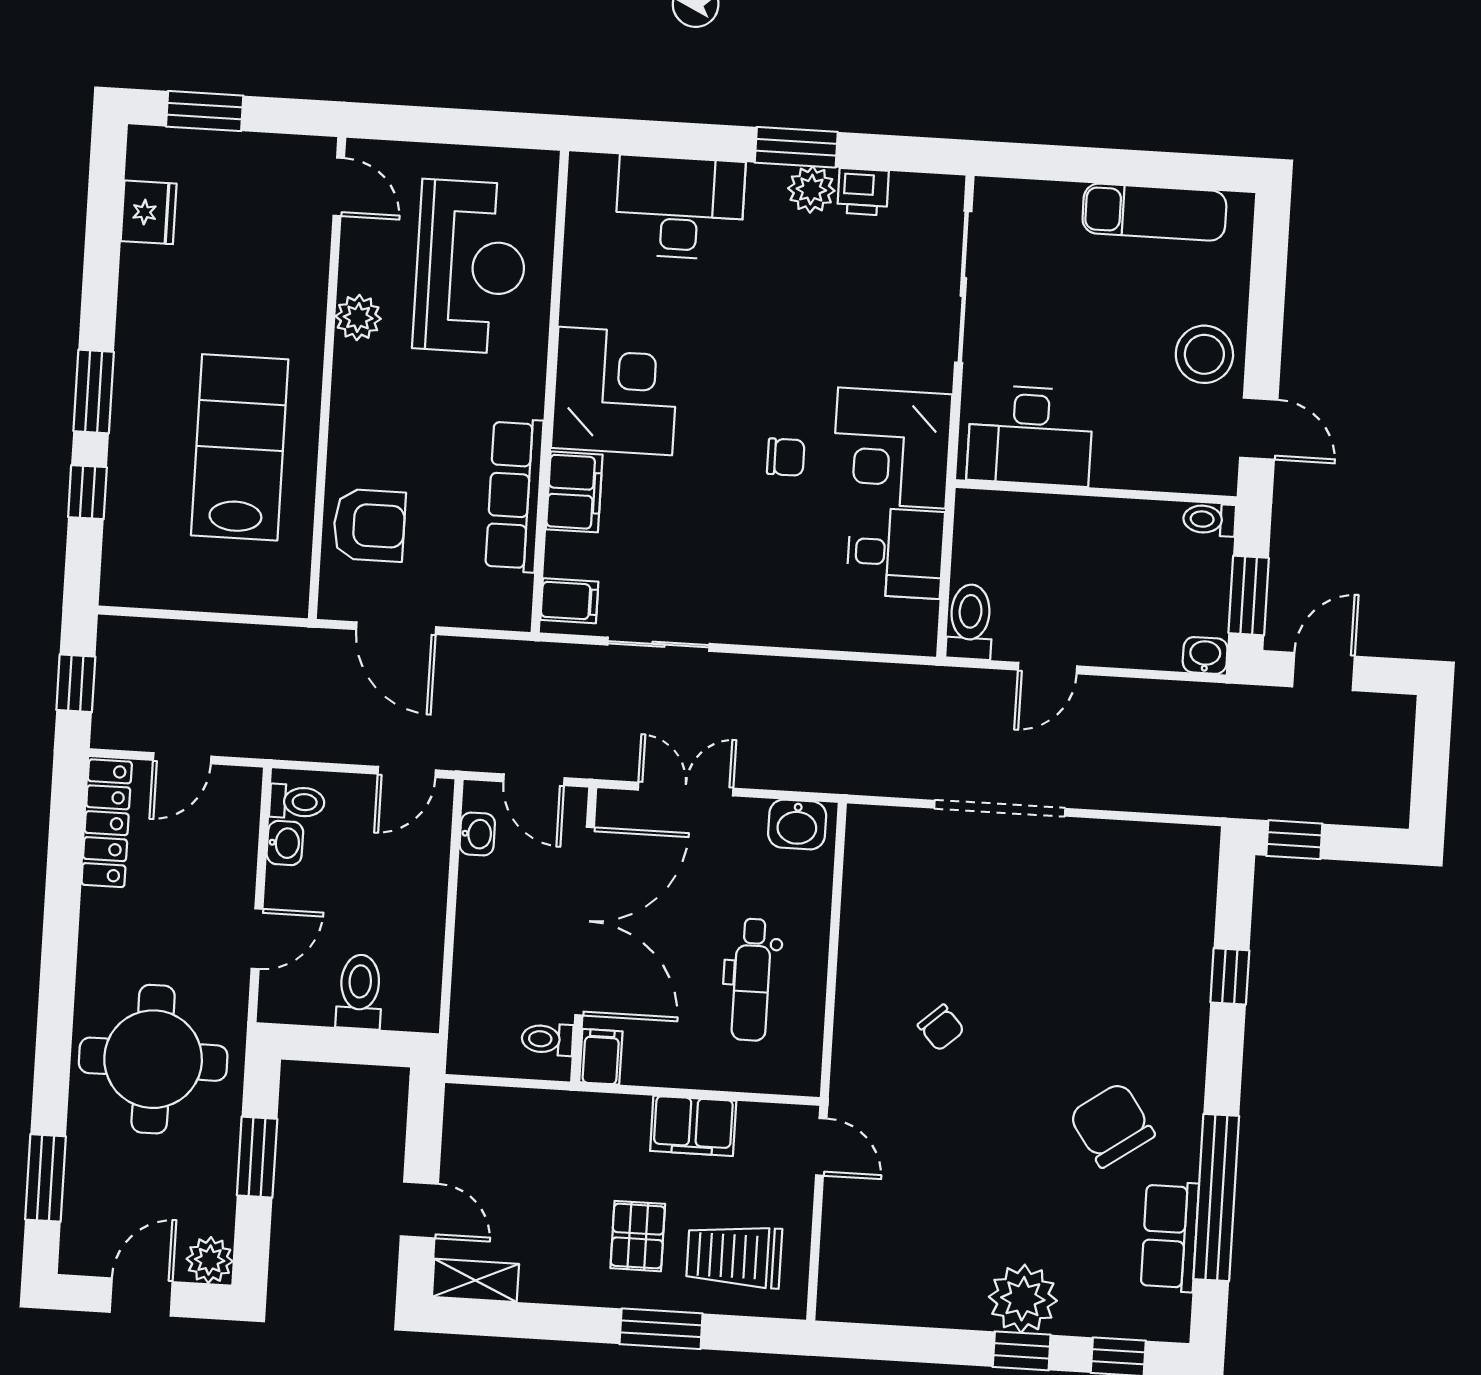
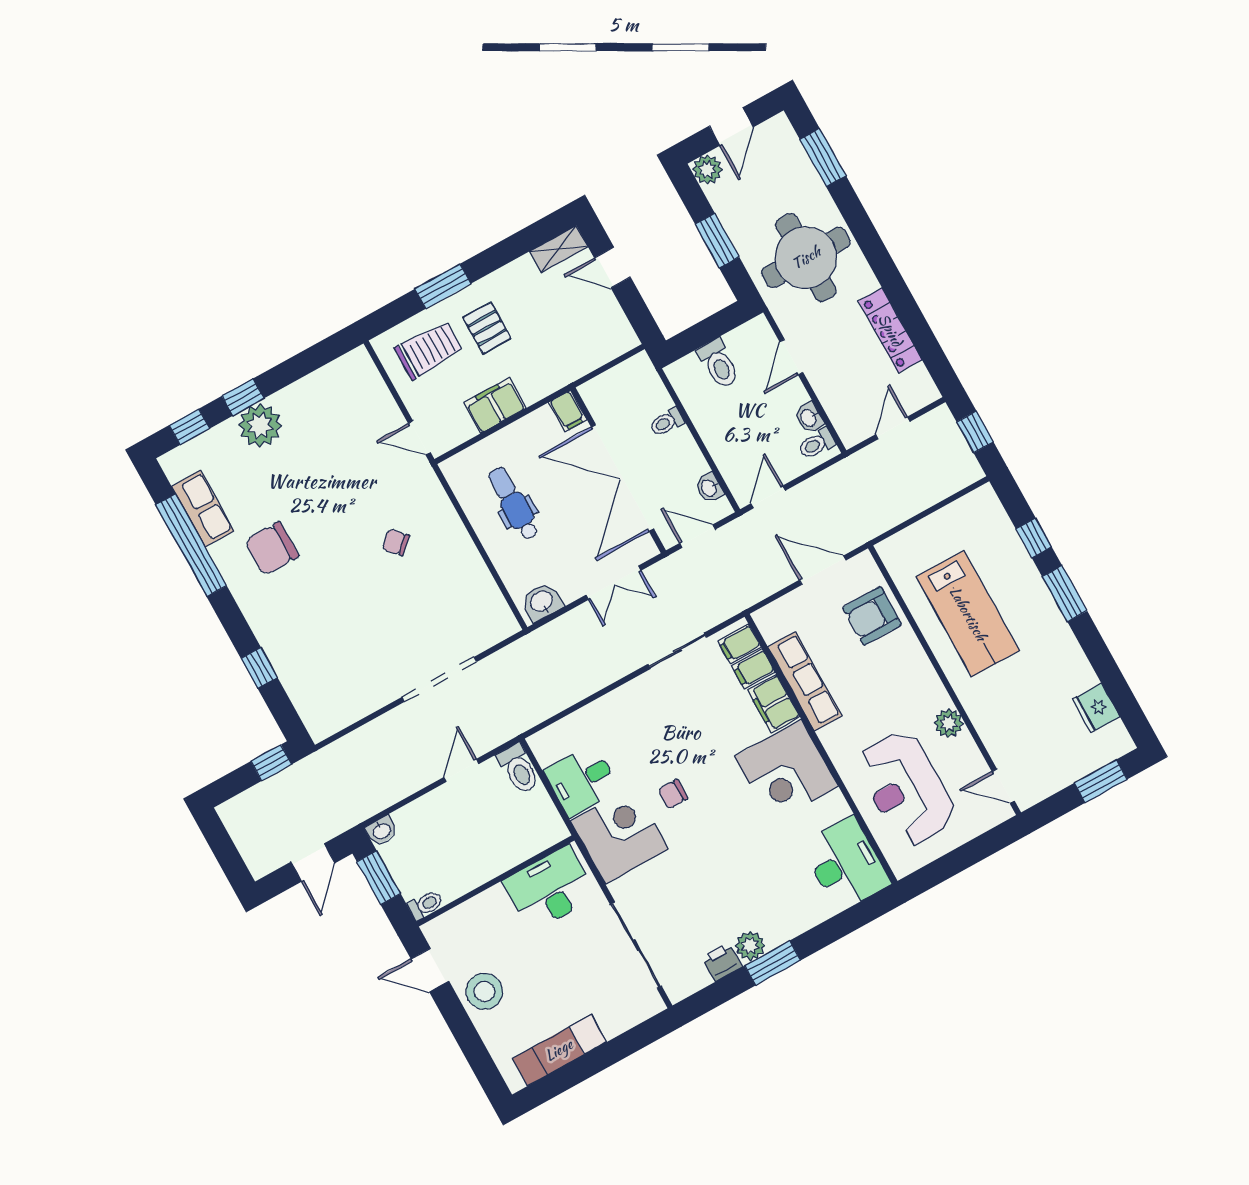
desk: (680, 208) -> (846, 864), moved, turned -90
filing cabinet: (572, 555) -> (753, 669), added
locker: (107, 823) -> (890, 330), moved
toilet: (547, 1039) -> (667, 422), moved, turned 180
chair: (1112, 1125) -> (272, 549), turned 125

